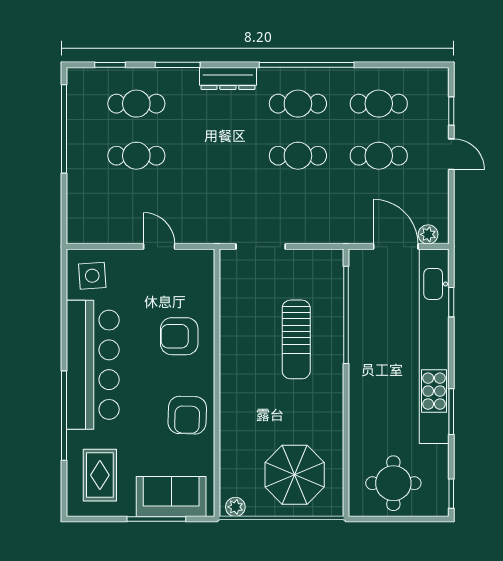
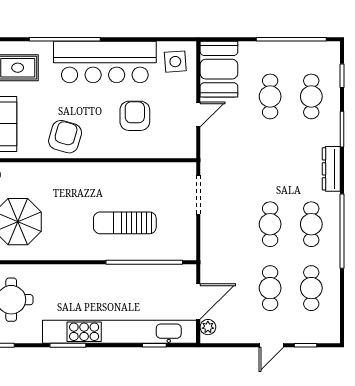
booth: (102, 220) -> (219, 69), added
armchair: (179, 336) -> (135, 116), moved
armchair: (187, 415) -> (65, 137), turned 104

